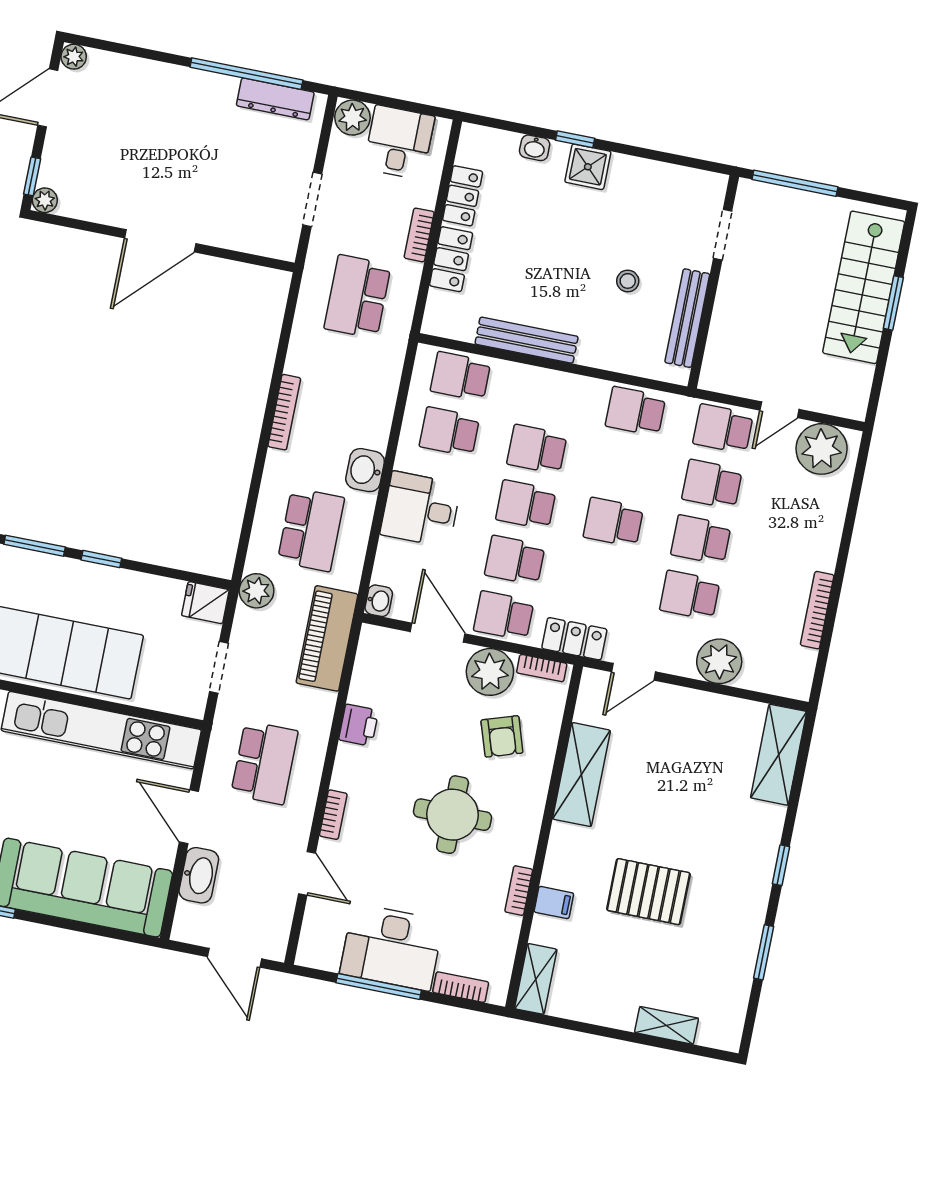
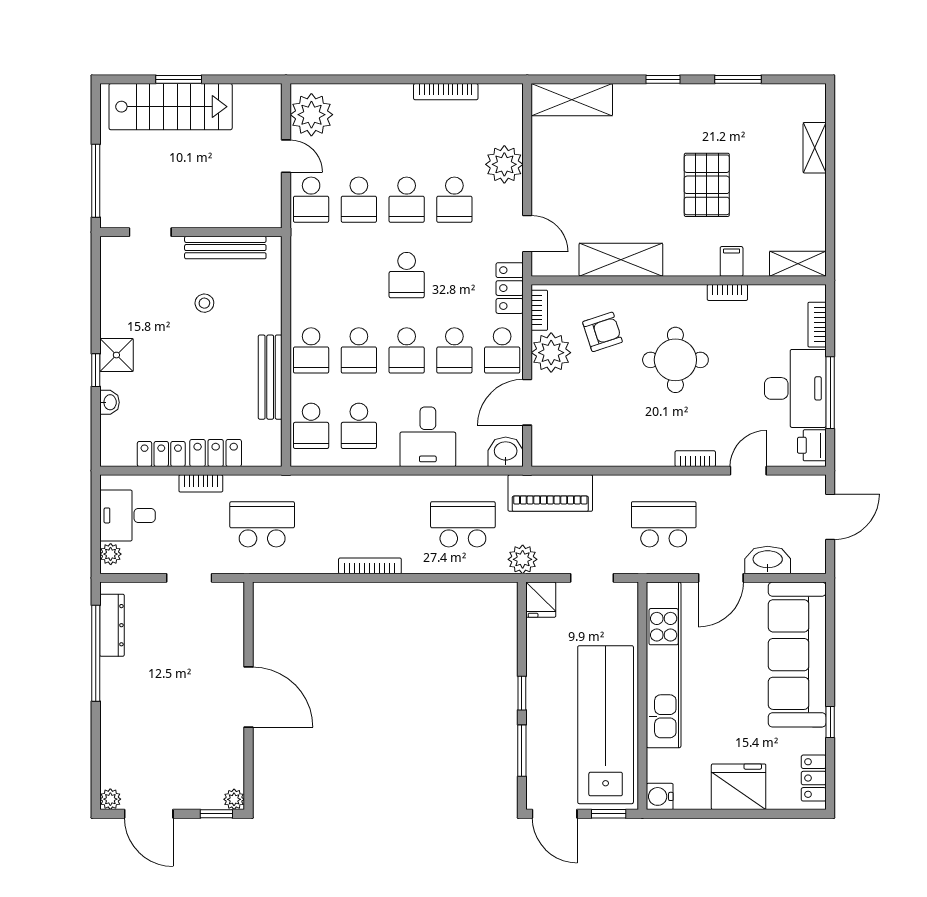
plant: (352, 118) -> (111, 554), width x0.73, depth x0.73
school desk: (358, 297) -> (262, 524), turned 180
school desk: (636, 411) -> (311, 350), moved
washbasin: (365, 470) -> (405, 489), removed
washbasin: (379, 601) -> (506, 452), width x1.38, depth x1.45
printer: (359, 725) -> (812, 445), moved, turned -90

